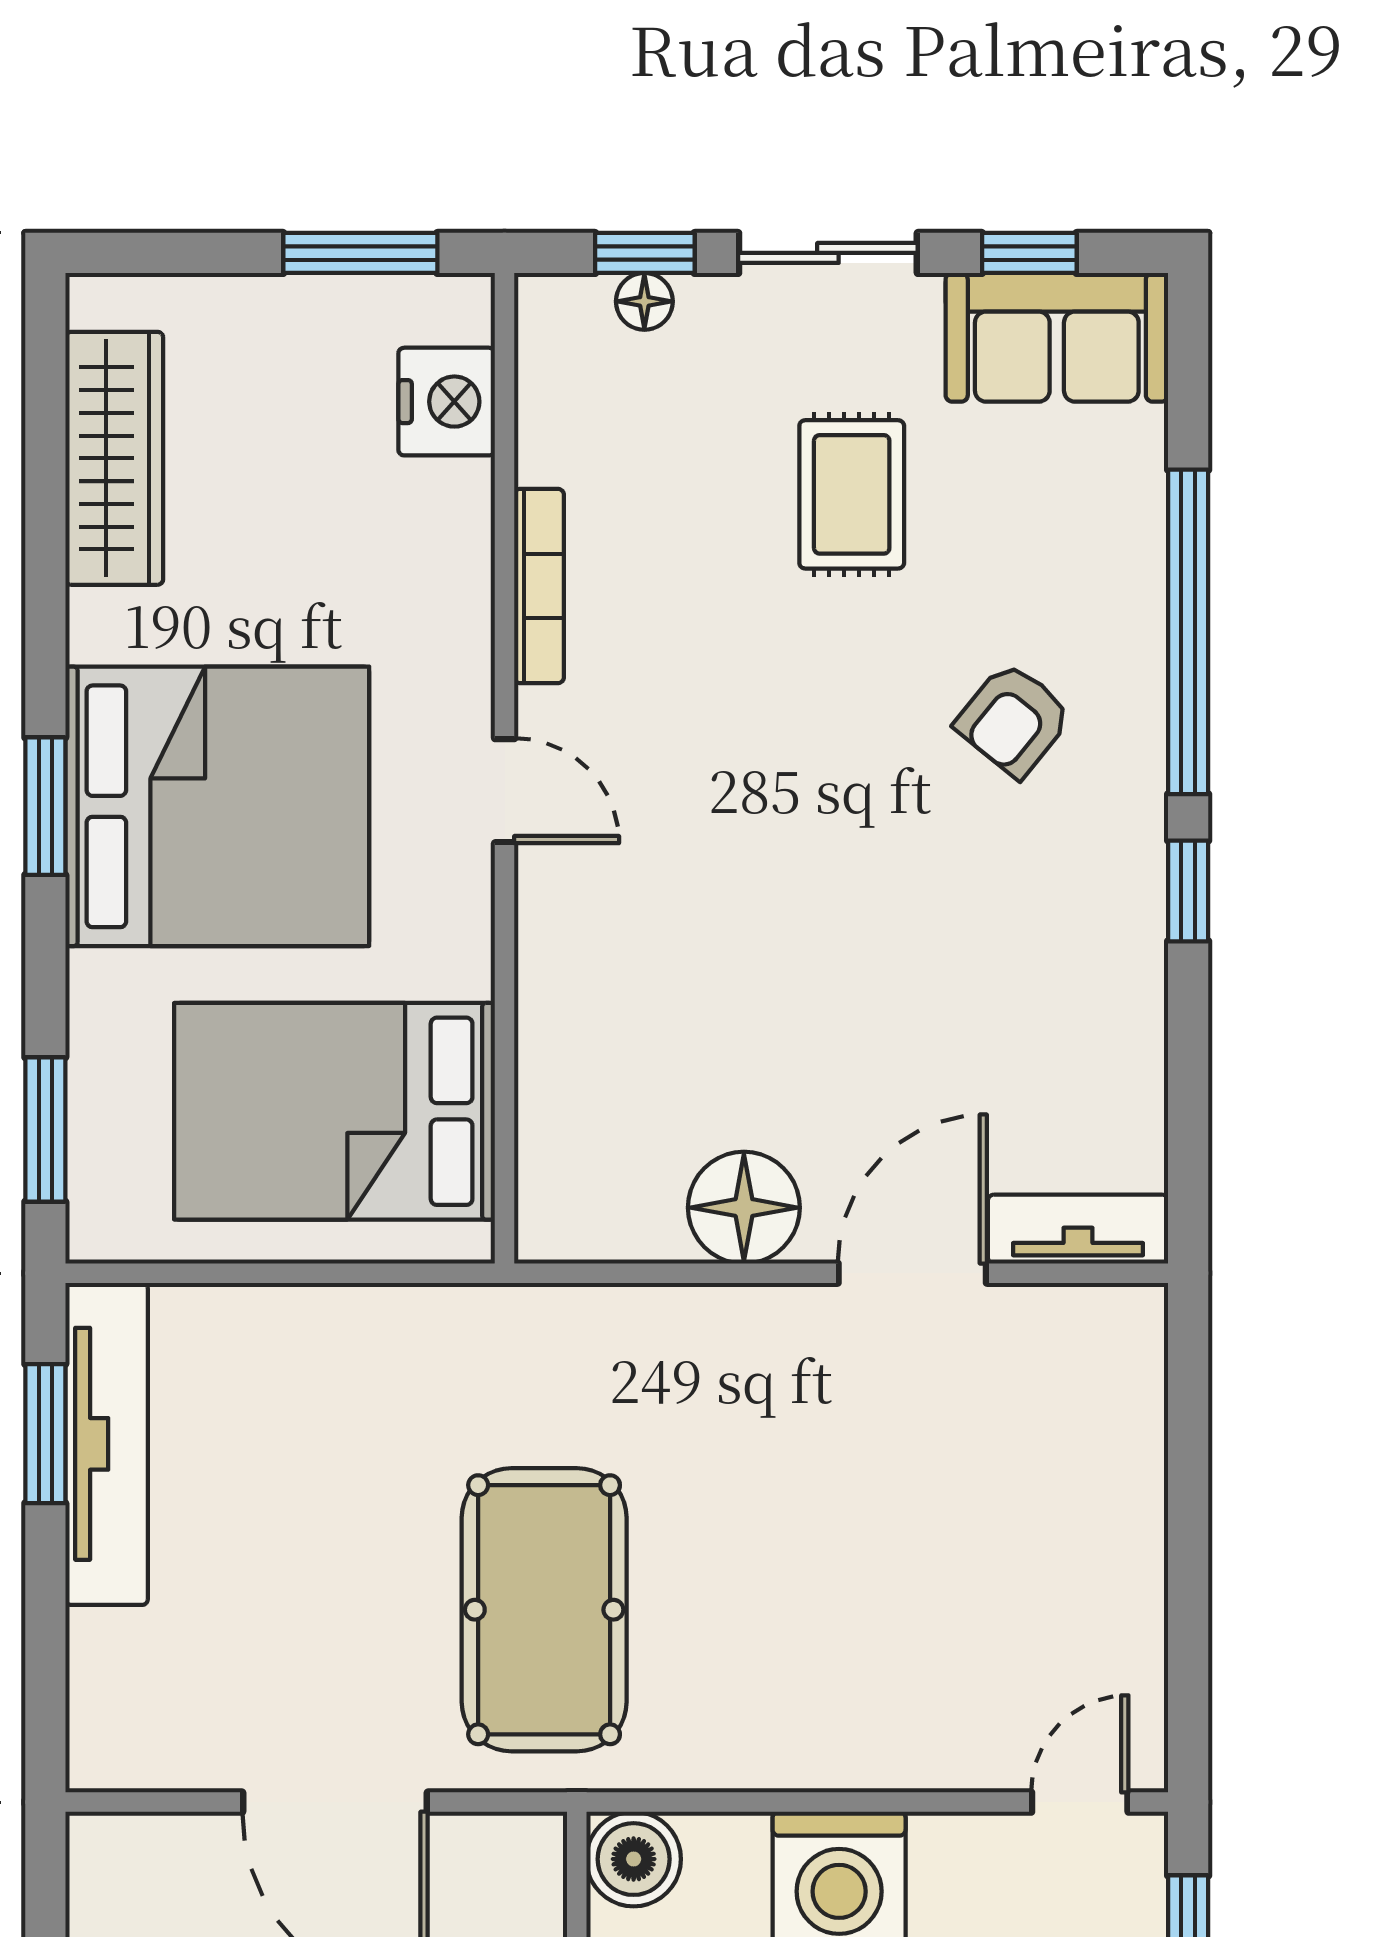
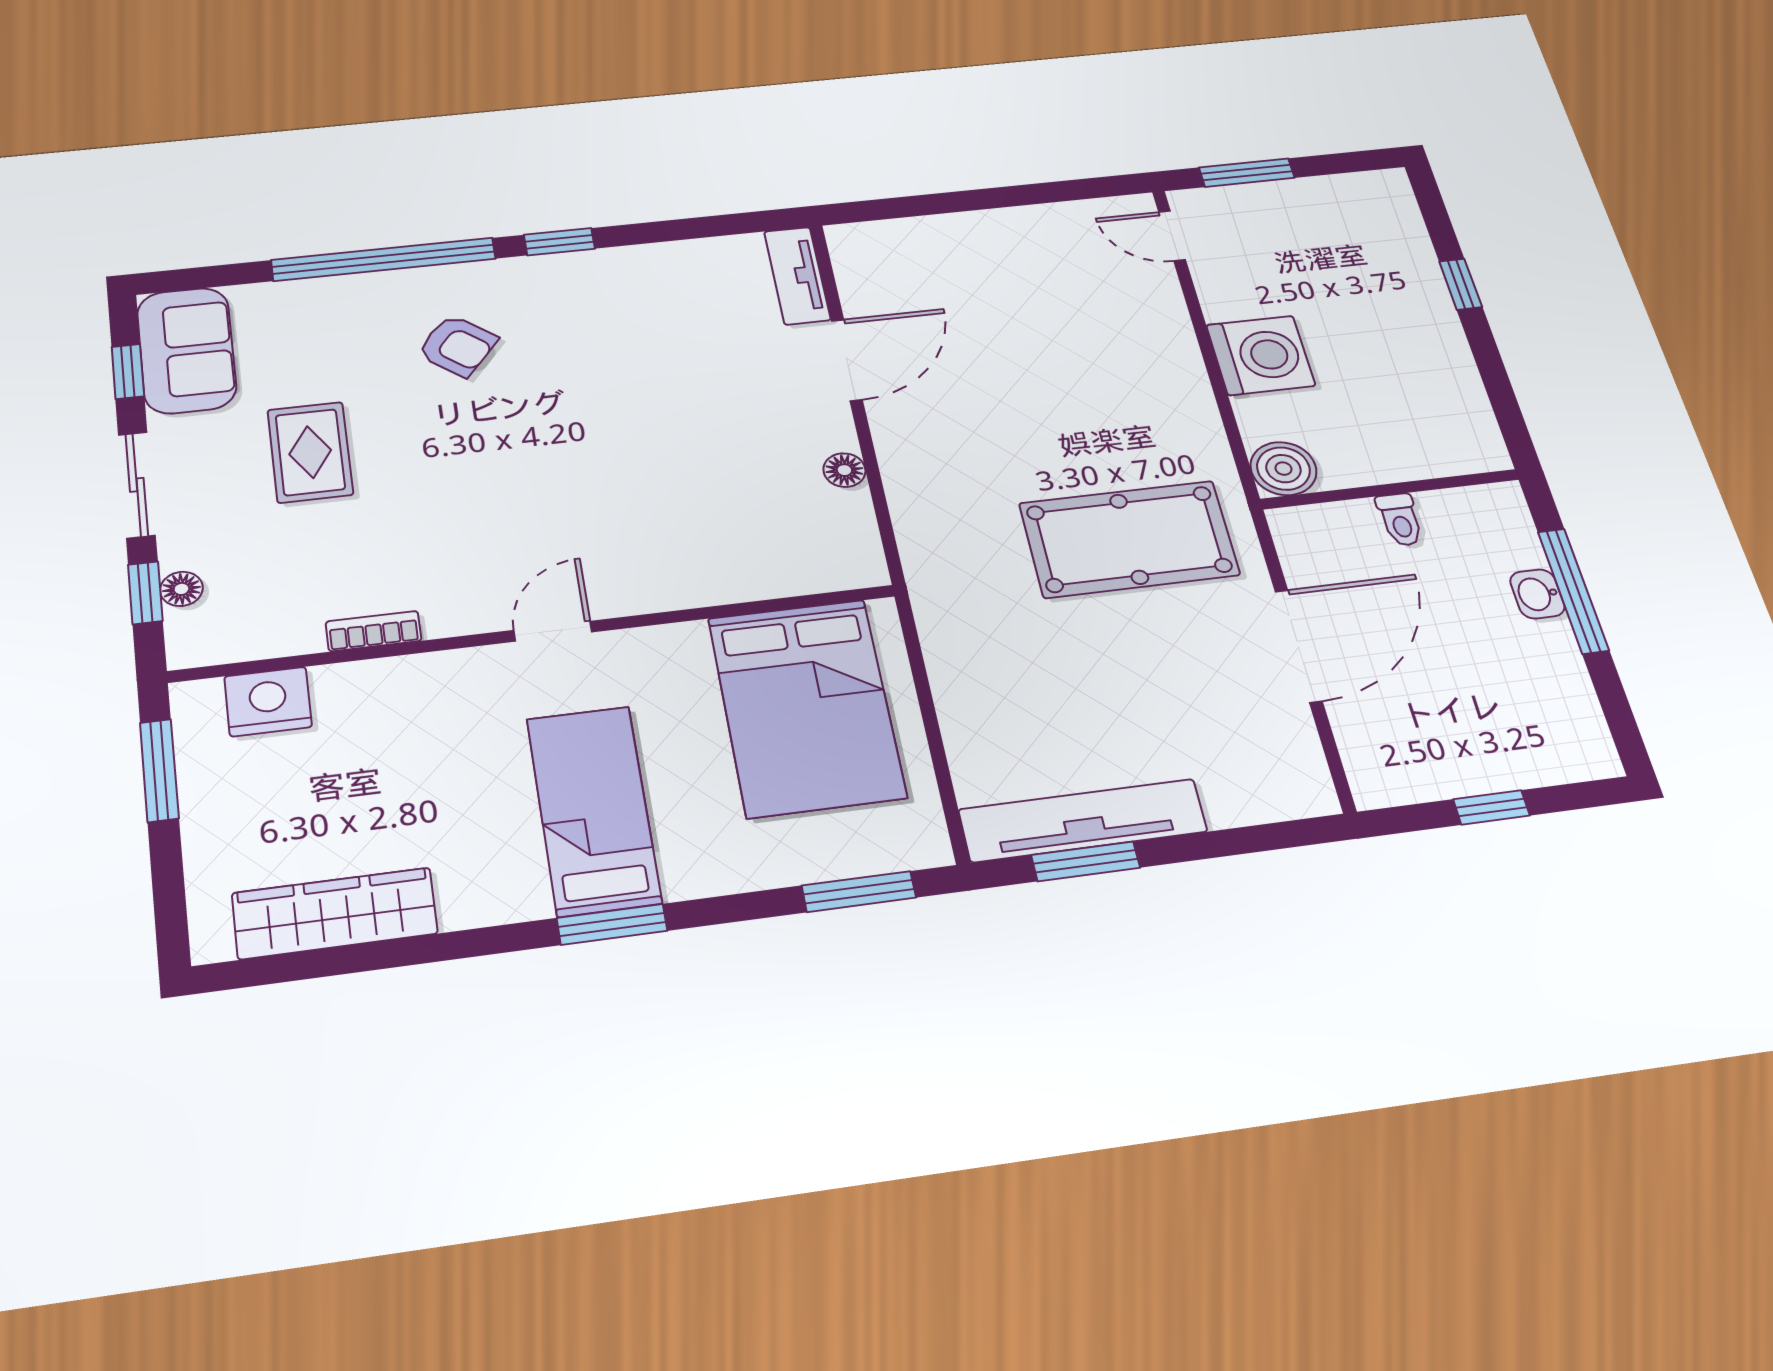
rug: (852, 494) -> (310, 452), turned 90
bookcase: (539, 586) -> (374, 631), width x0.64
bed: (217, 806) -> (594, 810), width x0.49
floor lamp: (744, 1208) -> (844, 470), width x0.53, depth x0.53
door: (912, 1273) -> (847, 360), swing flipped

